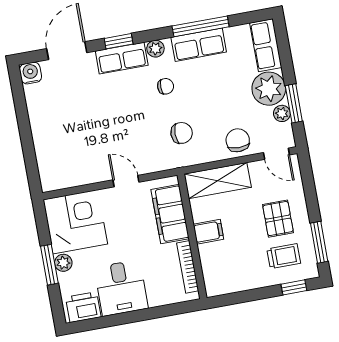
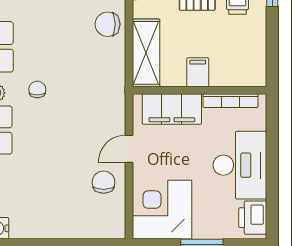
chair: (182, 133) -> (104, 182), moved
plant: (63, 263) -> (203, 230), removed
desk: (121, 288) -> (240, 165), width x1.37

